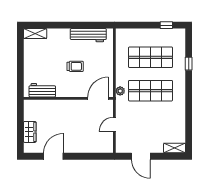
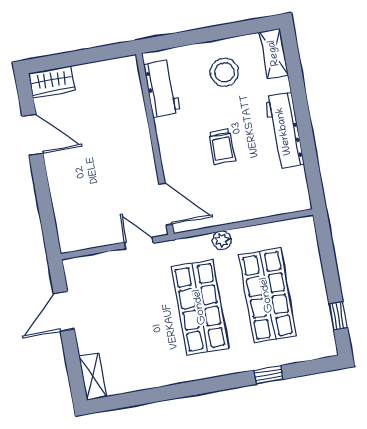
workbench: (88, 35) -> (284, 131), moved
stool: (40, 59) -> (224, 72), added
plant: (120, 91) -> (222, 240), moved
door: (114, 124) -> (139, 243), moved
wardrobe: (30, 132) -> (52, 82), moved

